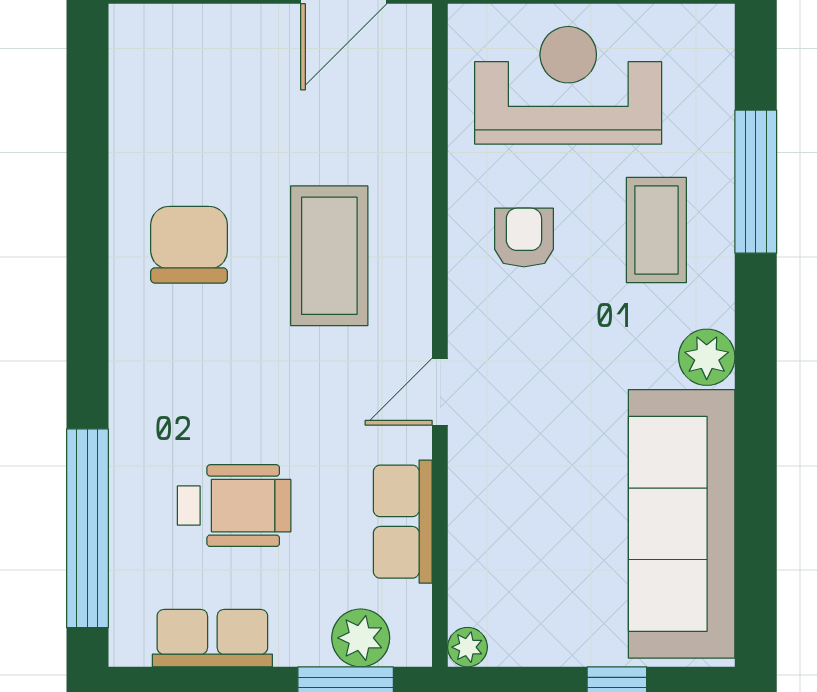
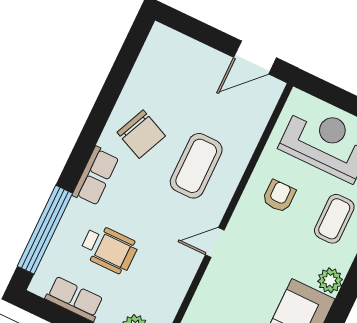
chair: (189, 245) -> (141, 134), turned 114
row of seats: (403, 522) -> (96, 176), moved, turned 180

